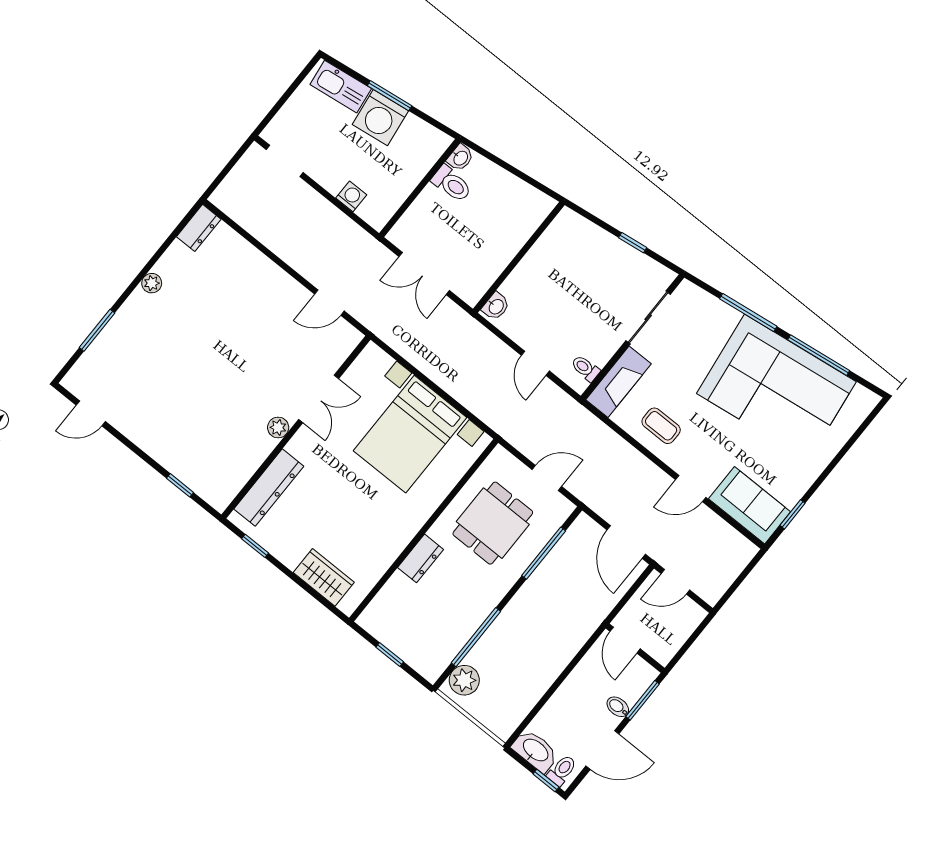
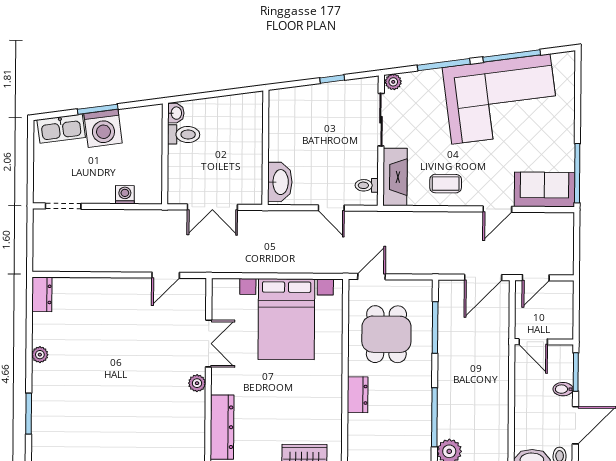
plant: (688, 291) -> (393, 82), added
washbasin: (496, 306) -> (280, 182), width x1.91, depth x1.45
door: (547, 478) -> (372, 277), moved
window: (793, 514) -> (577, 173), width x2.17
door: (626, 542) -> (483, 277), hinge flipped

